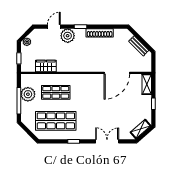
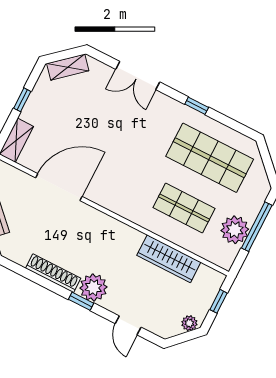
door: (54, 27) -> (128, 325), hinge flipped
plant: (68, 36) -> (93, 288), moved
wardrobe: (46, 66) -> (169, 259), width x1.50

